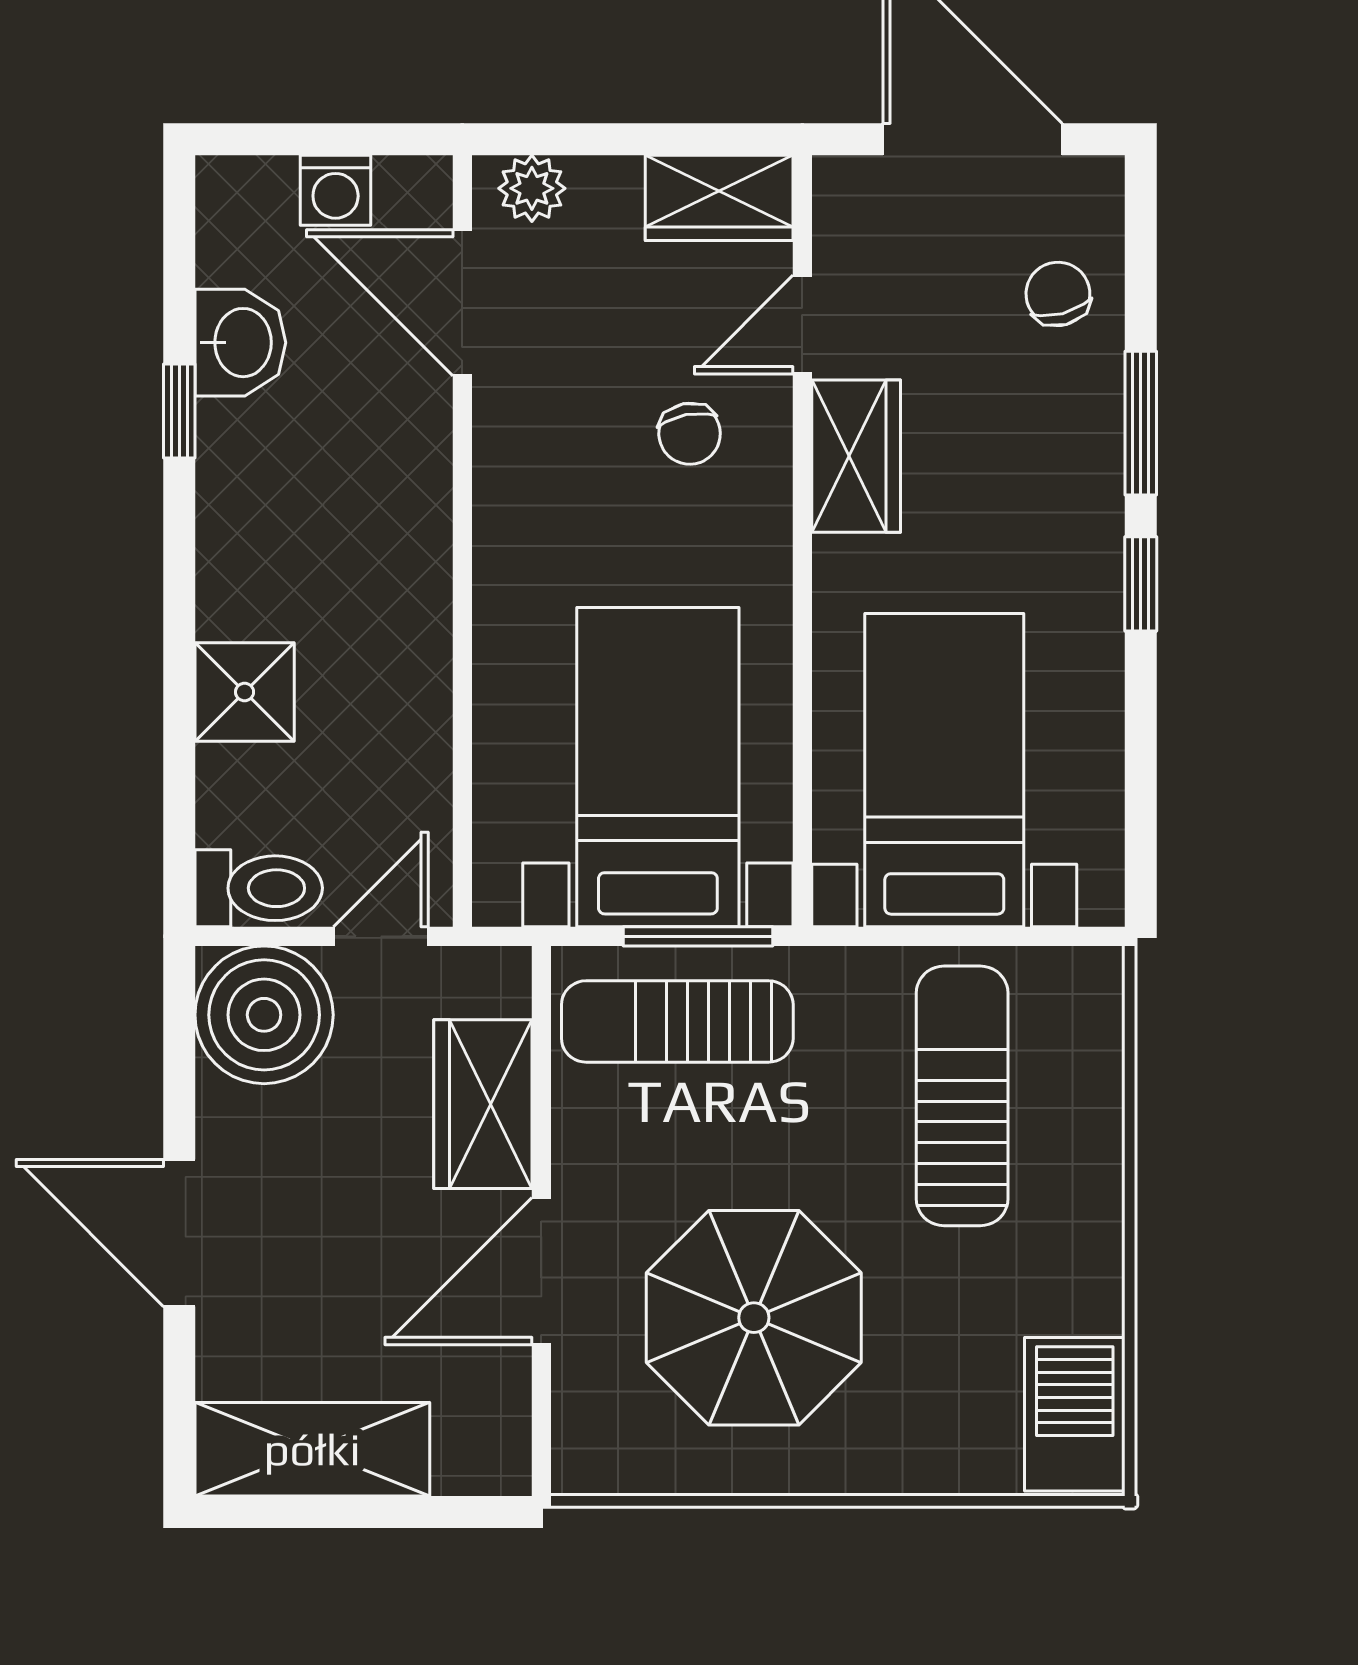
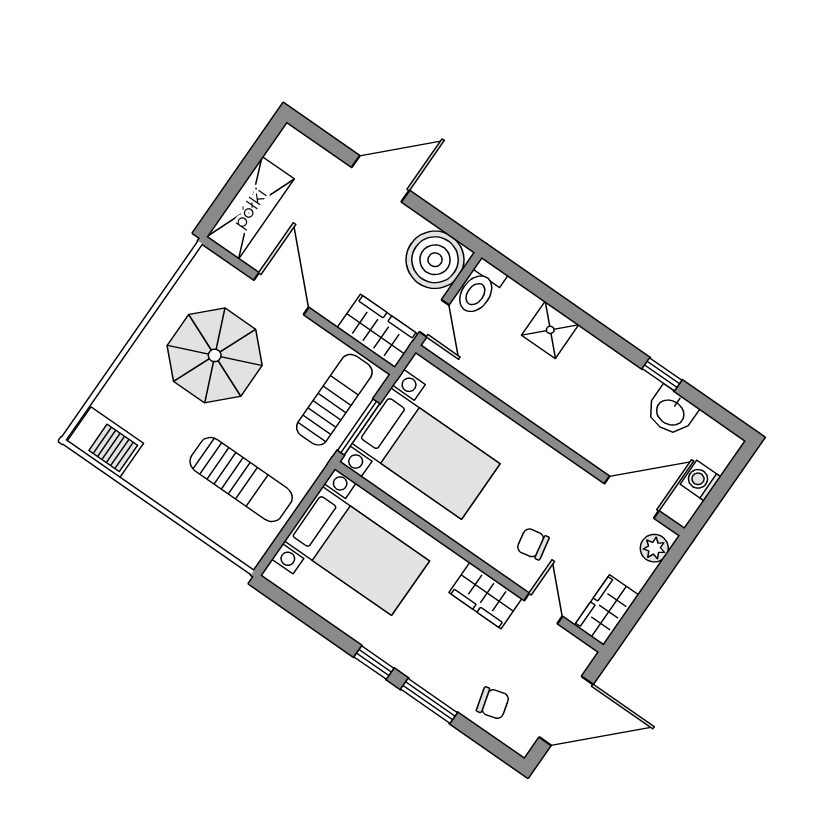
wardrobe: (483, 1104) -> (378, 331), moved
shelving: (312, 1449) -> (250, 208), moved

